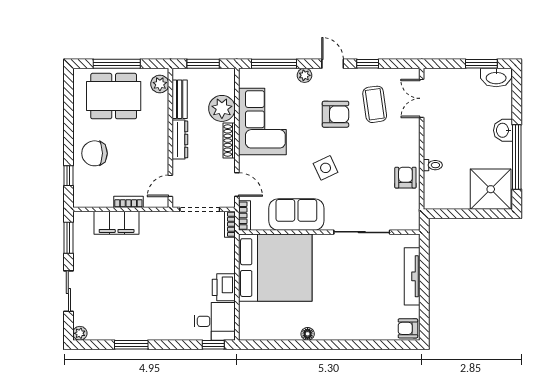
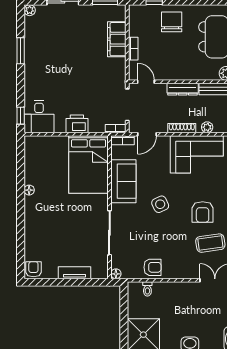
plant: (222, 108) -> (207, 127), width x0.53, depth x0.53
toilet: (433, 165) -> (147, 289), moved
floor lamp: (414, 224) -> (116, 274), added
bed: (275, 268) -> (89, 164), width x0.73
tv unit: (412, 276) -> (75, 273), width x0.71
printer: (224, 287) -> (77, 124), moved

